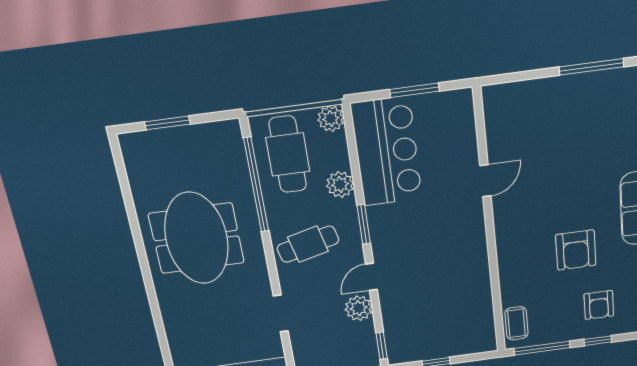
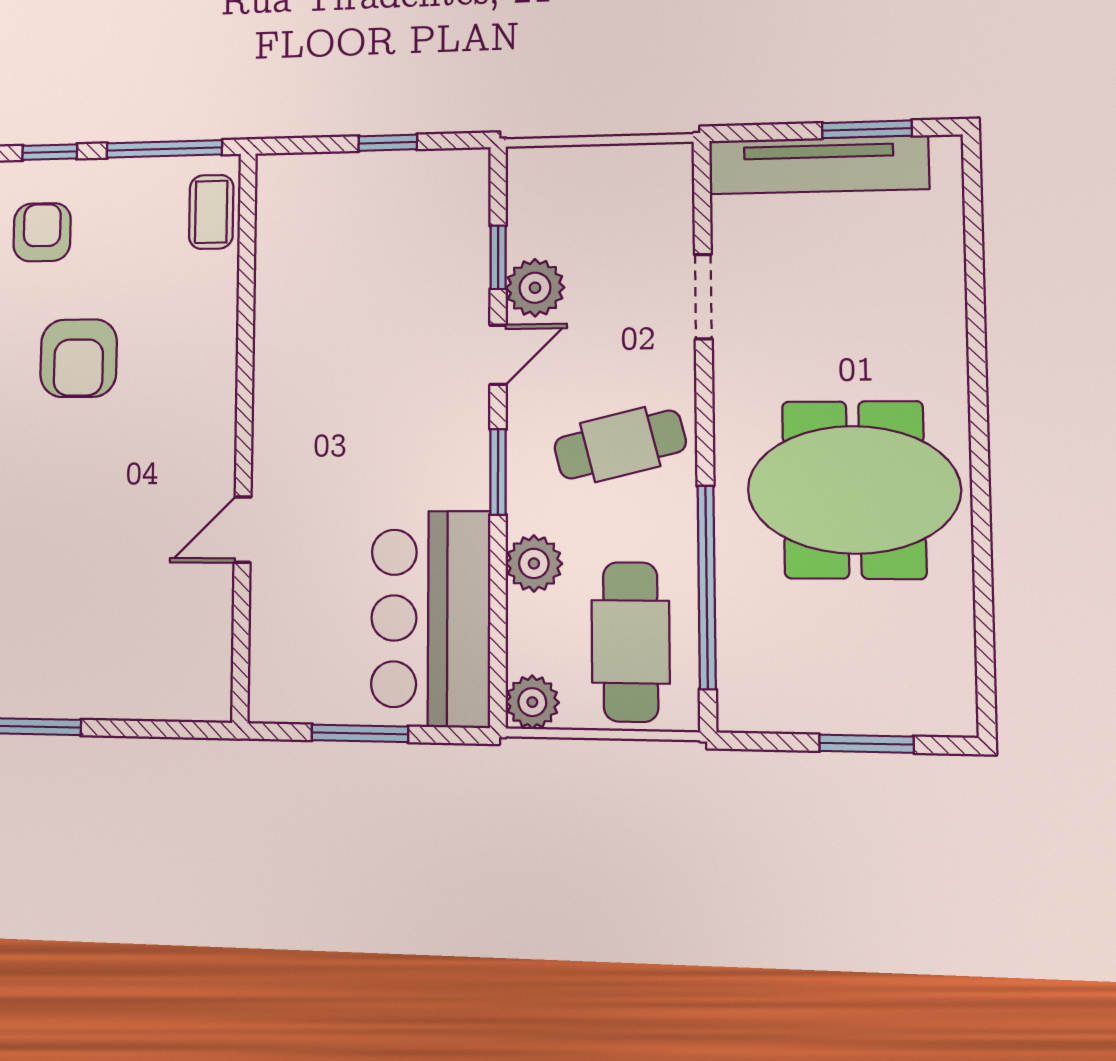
meeting table: (197, 238) -> (854, 490), turned 90
armchair: (576, 250) -> (79, 358), turned 180
window: (382, 346) -> (498, 257), moved

